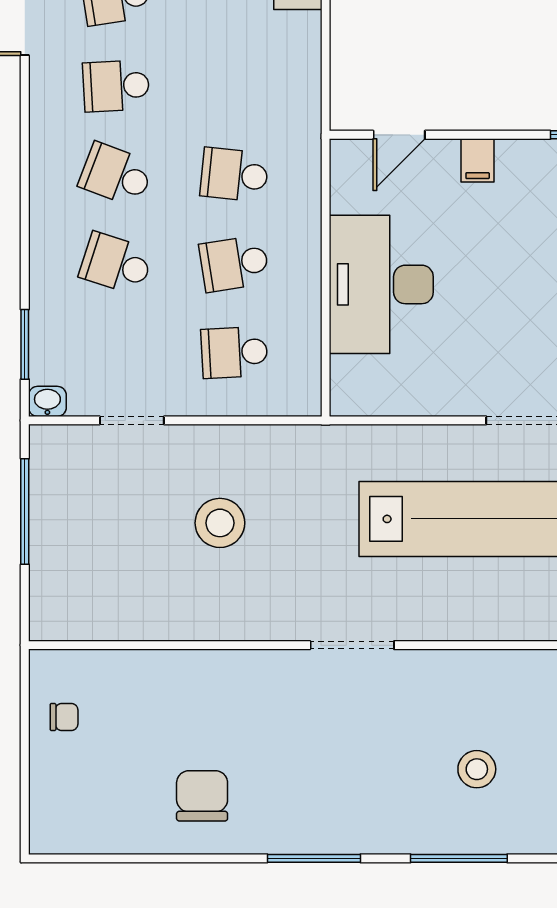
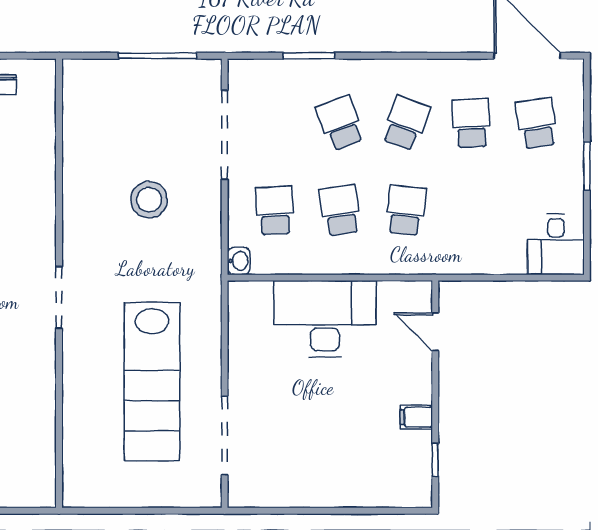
filing cabinet: (478, 160) -> (416, 417), moved
school desk: (116, 264) -> (340, 123), turned -39
window: (25, 344) -> (309, 56), moved
washbasin: (47, 401) -> (239, 261), moved
doorway: (132, 420) -> (225, 135), width x1.87

